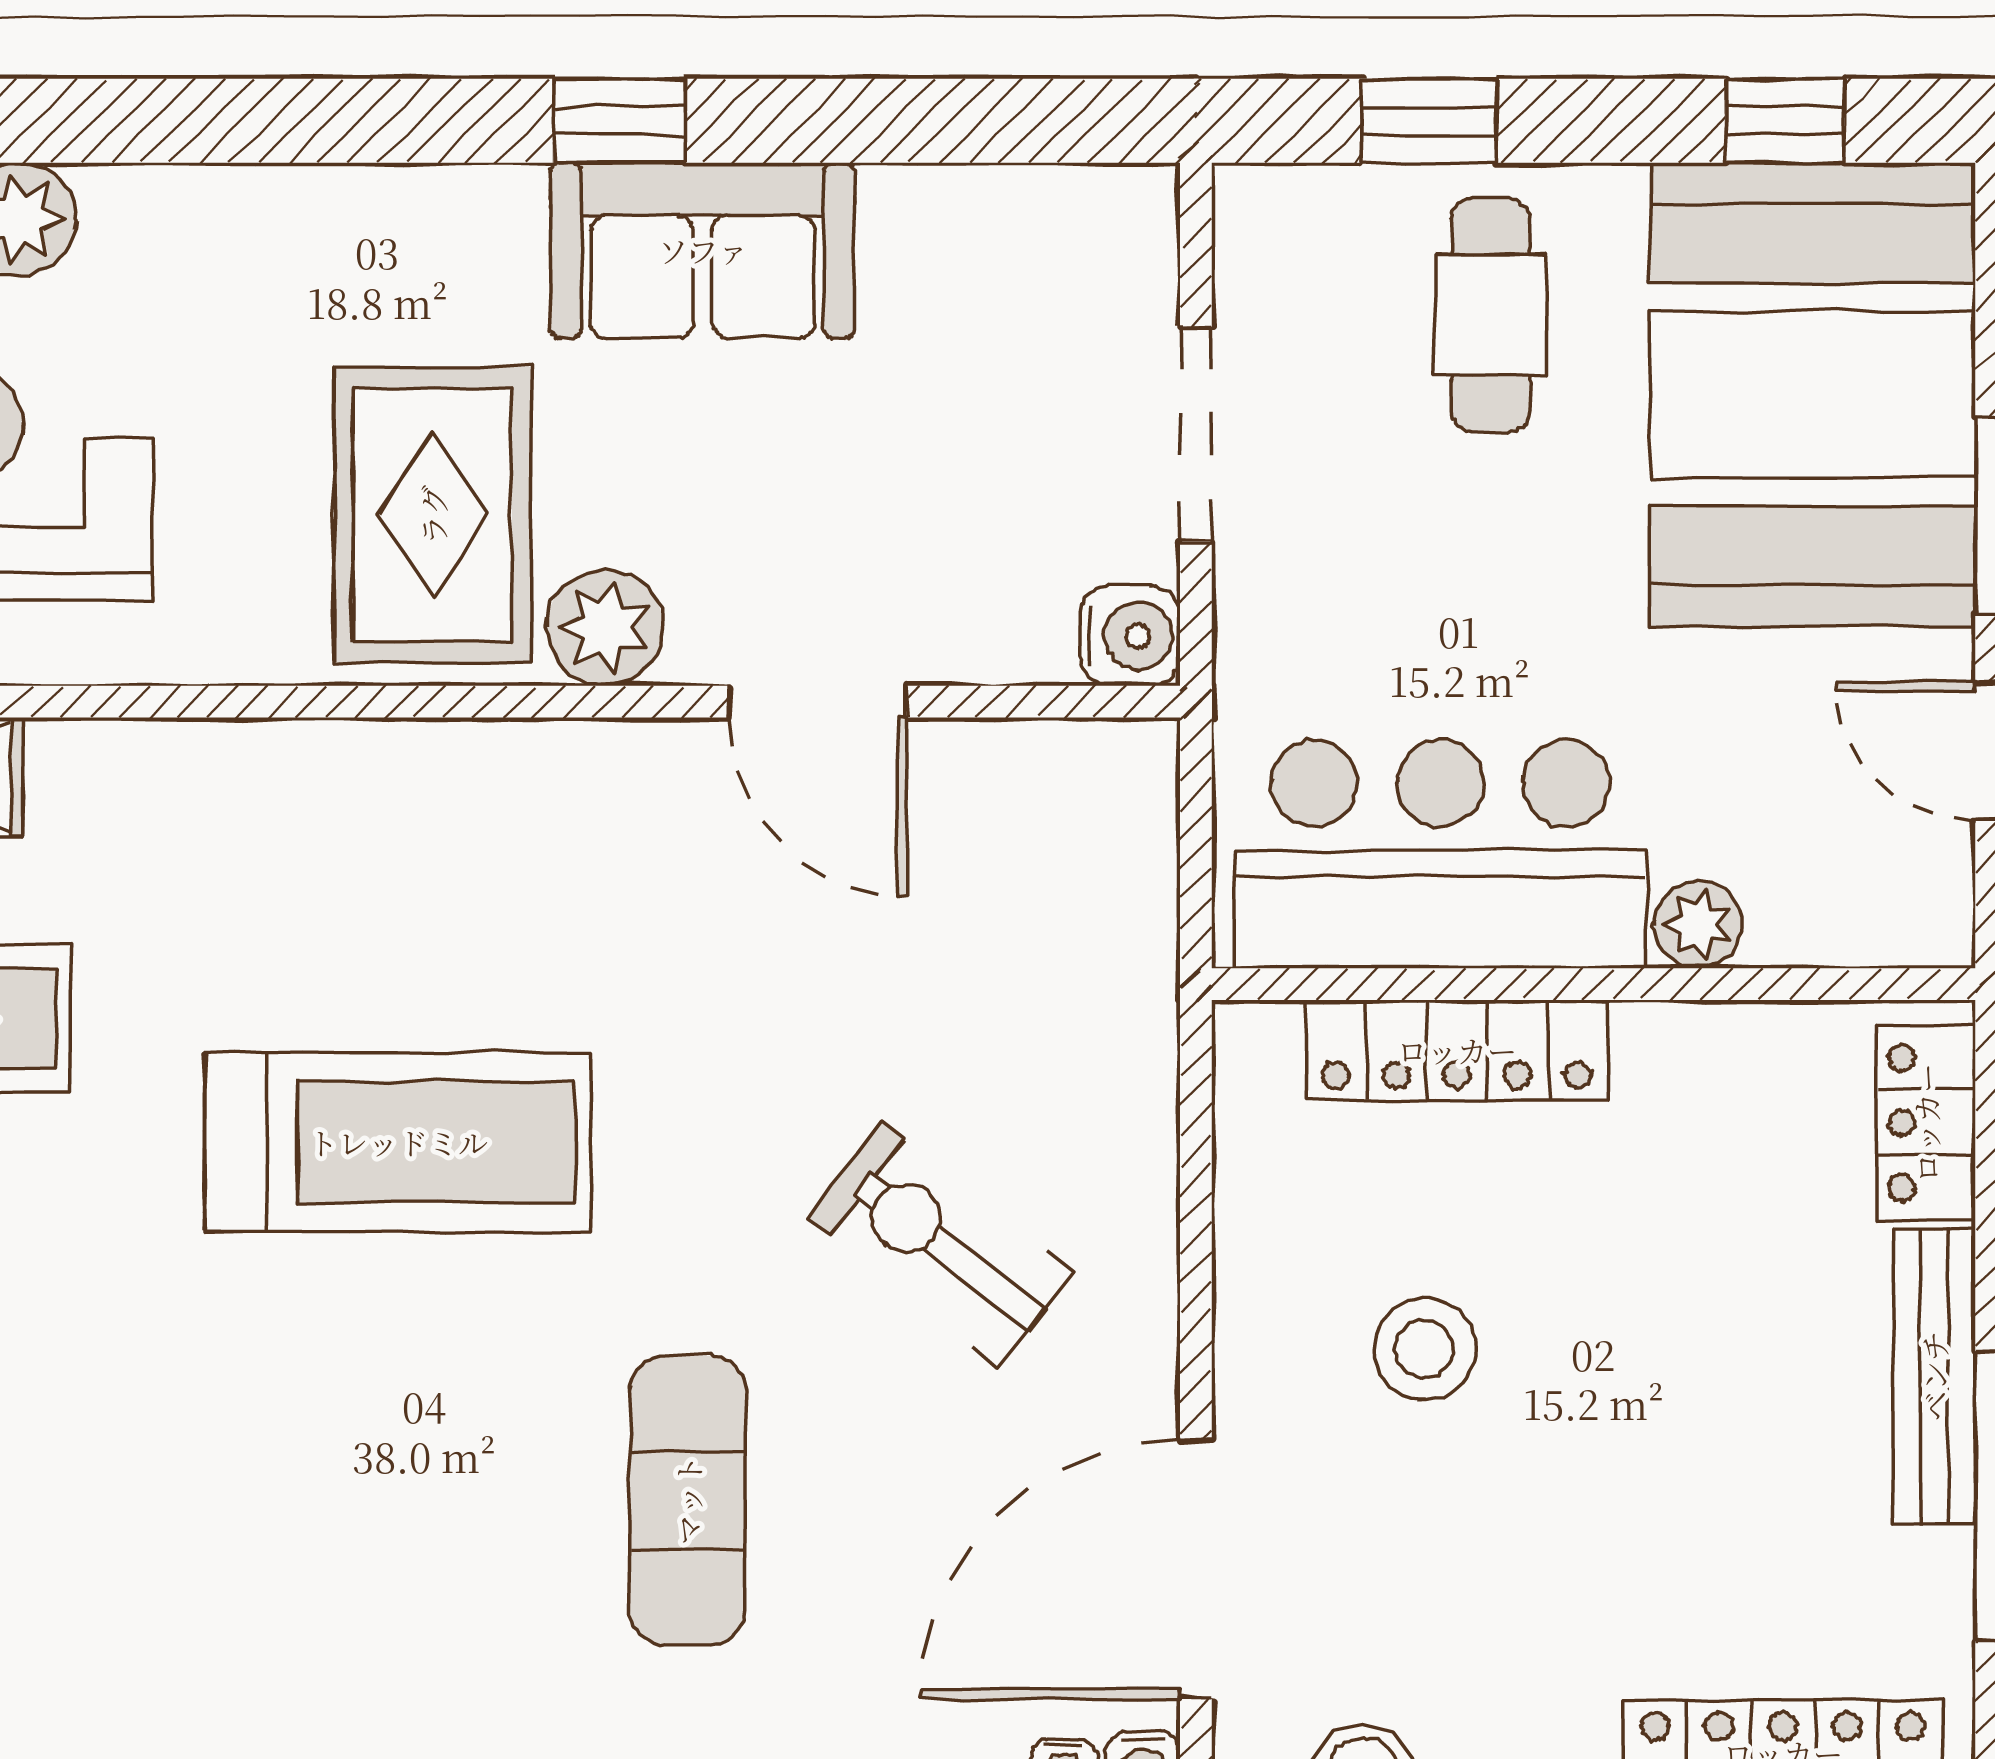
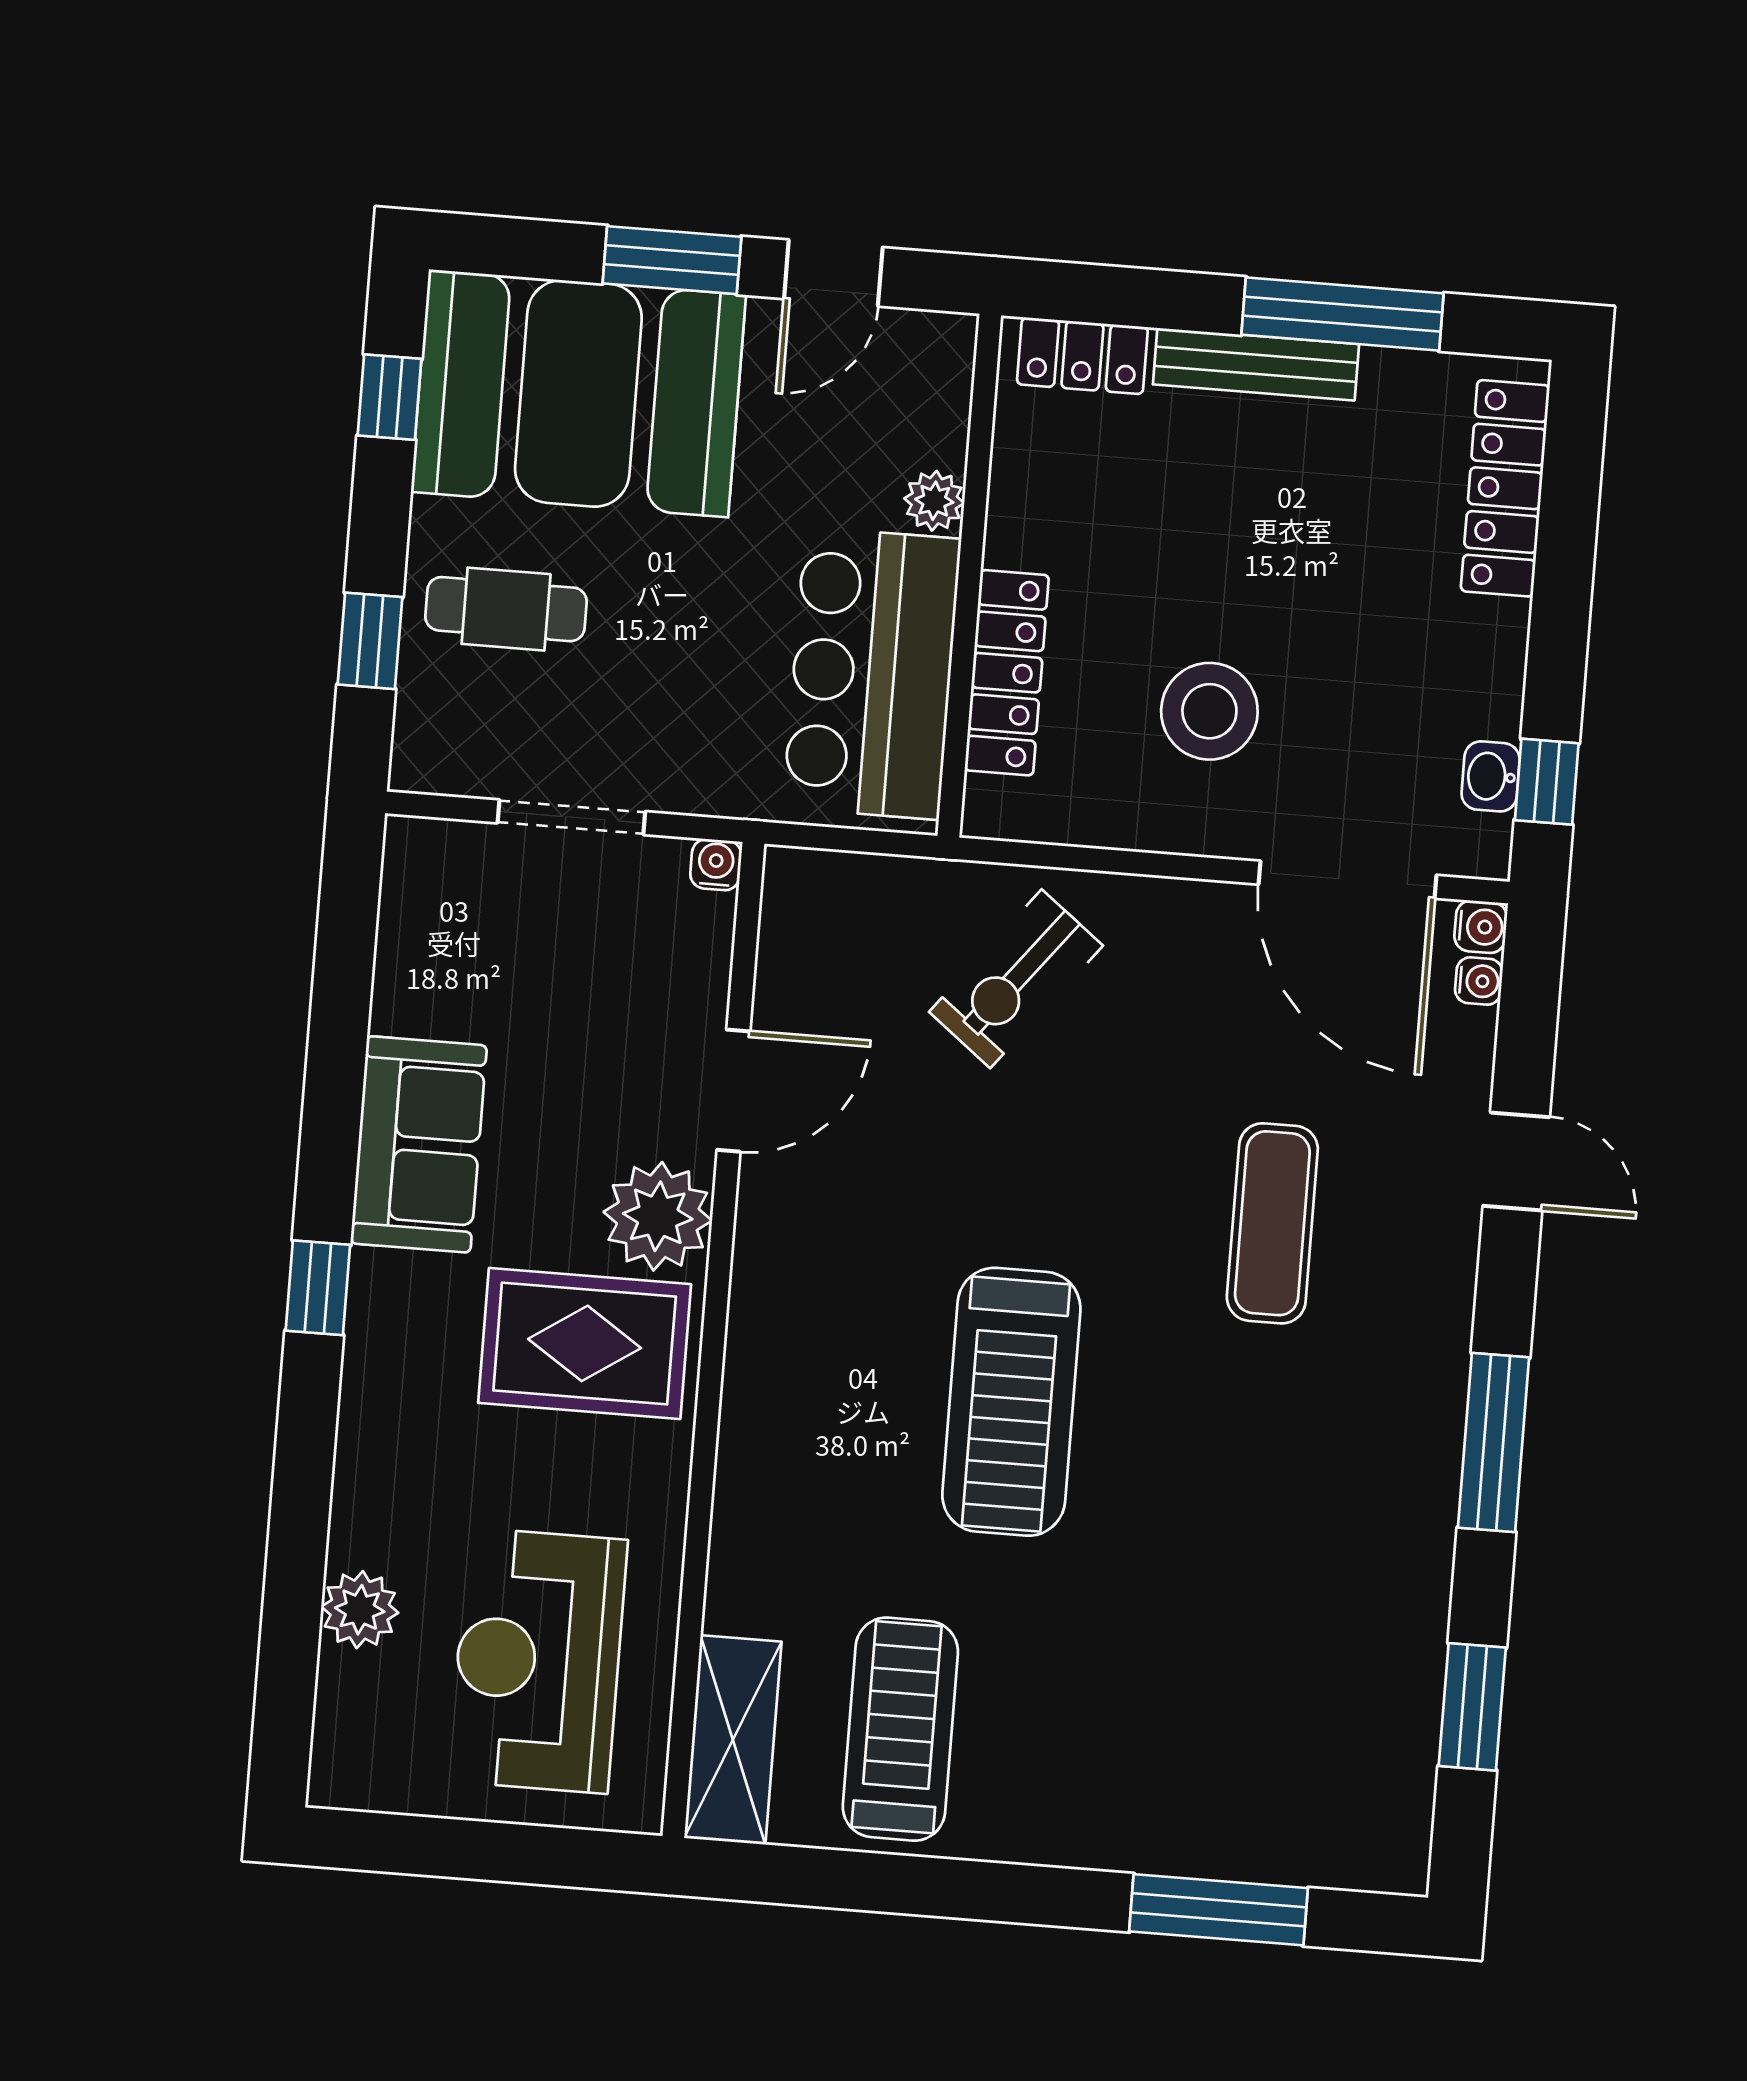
window: (620, 121) -> (318, 1288), moved
plant: (605, 628) -> (658, 1216), width x1.36, depth x1.36
water cooler: (1130, 636) -> (716, 865), width x0.72, depth x0.72
treadmill: (398, 1142) -> (1011, 1402), turned 180
exercise bike: (940, 1244) -> (1016, 979), moved
stool: (1424, 1349) -> (1209, 711), width x1.38, depth x1.38
exercise mat: (688, 1500) -> (1272, 1223), turned 90

